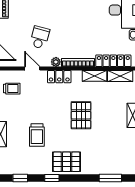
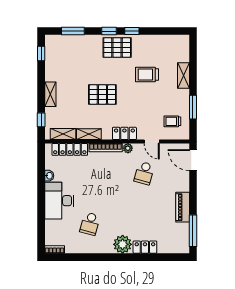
pallet: (81, 115) -> (102, 94), turned 90
trolley: (37, 135) -> (147, 74), turned -90
window: (20, 178) -> (109, 31), moved

